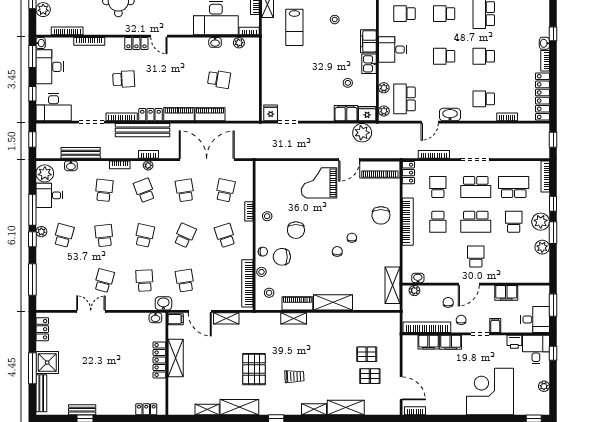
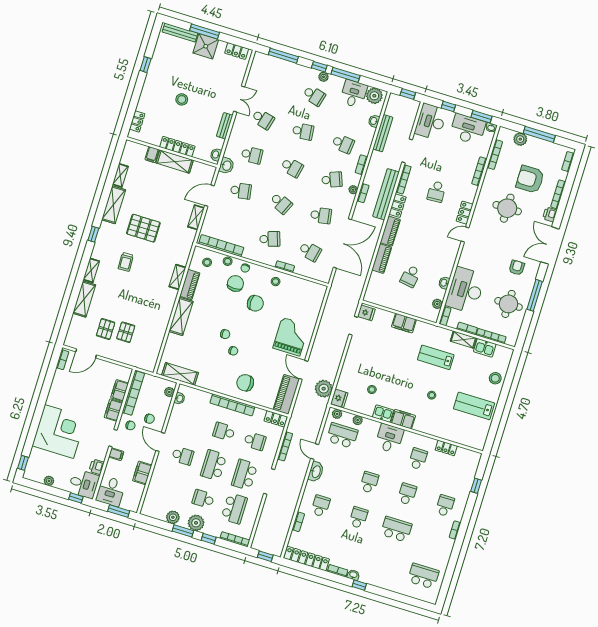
filing cabinet: (346, 113) -> (404, 323), moved, turned 90
school desk: (514, 222) -> (203, 499), turned 180
chair: (296, 230) -> (255, 303), turned 180
filing cabinet: (176, 319) -> (152, 155), moved
stool: (110, 370) -> (182, 99), added
bench: (82, 410) -> (225, 126), moved

